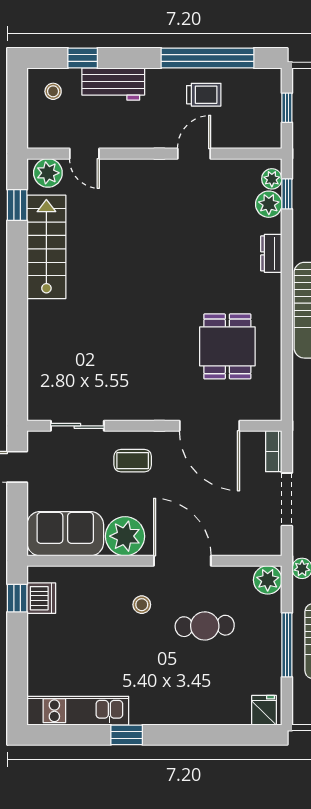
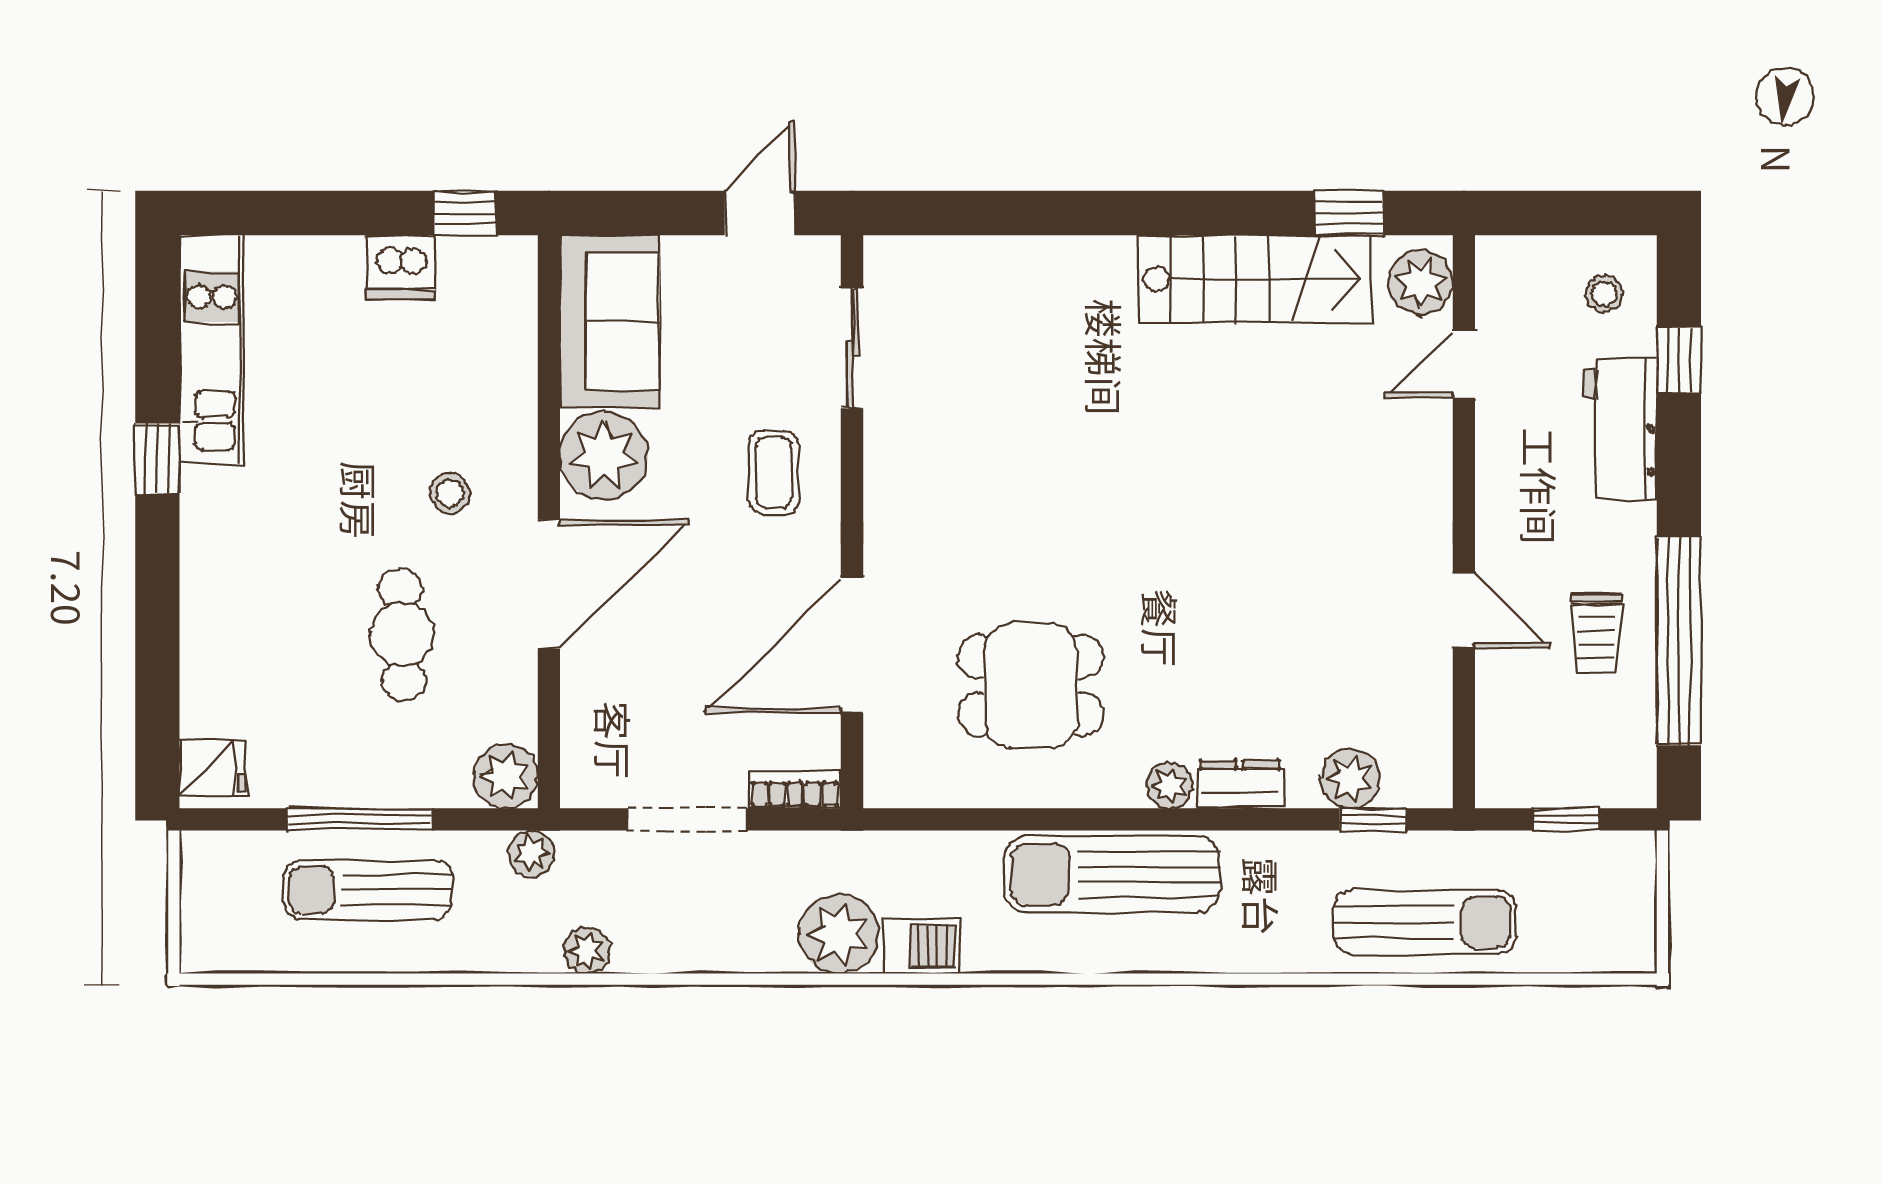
plant: (272, 179) -> (1170, 785), moved
dishwasher: (41, 598) -> (401, 267), moved

